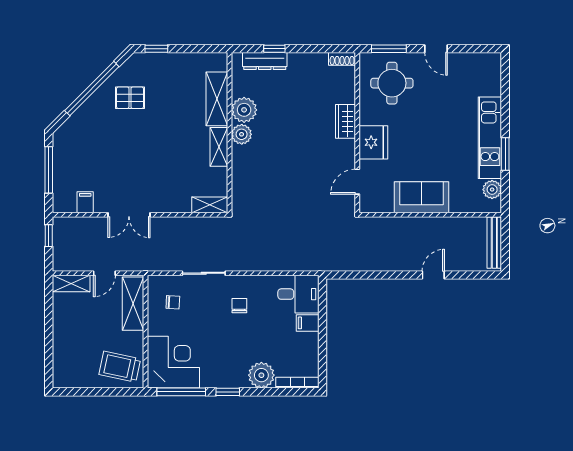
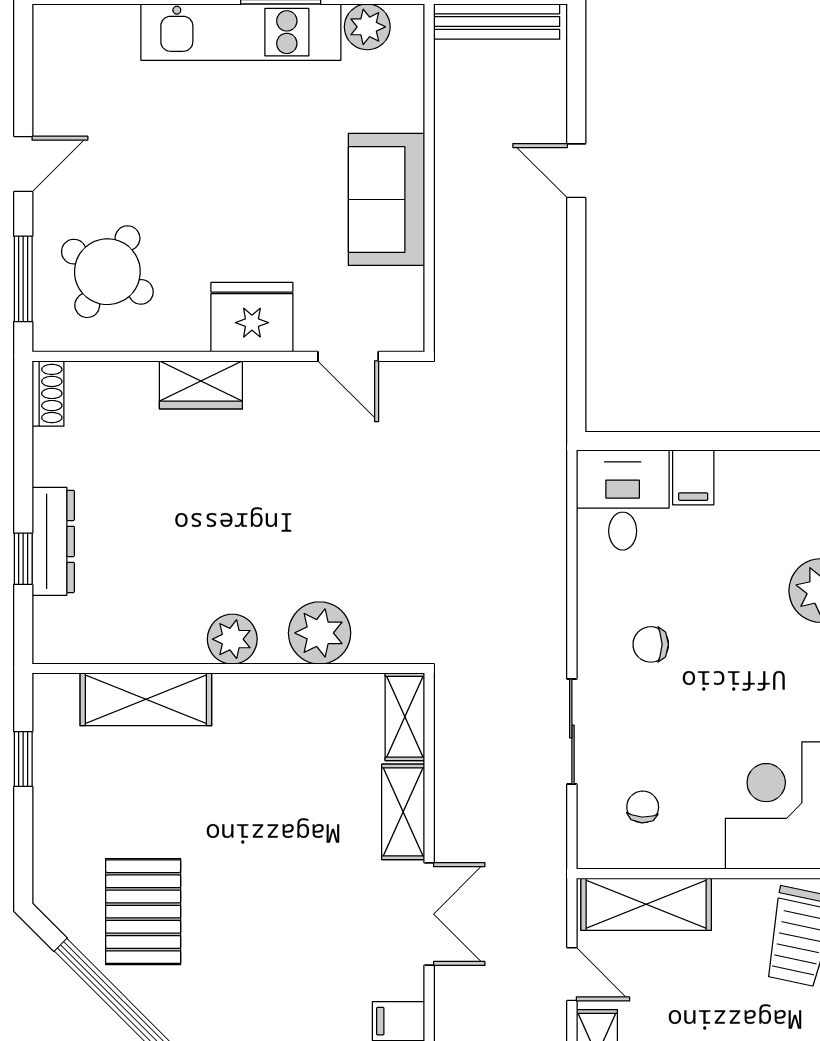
window: (156, 49) -> (23, 759), moved
dresser: (265, 61) -> (53, 541), moved
round table: (392, 83) -> (107, 272), turned 31
pallet: (130, 98) -> (143, 912), width x1.50, depth x1.42
plant: (244, 110) -> (320, 633), moved
shelving: (219, 147) -> (403, 812), moved, turned 90

